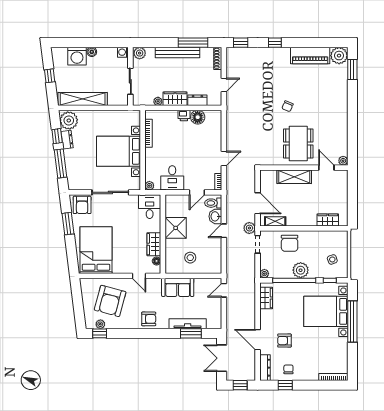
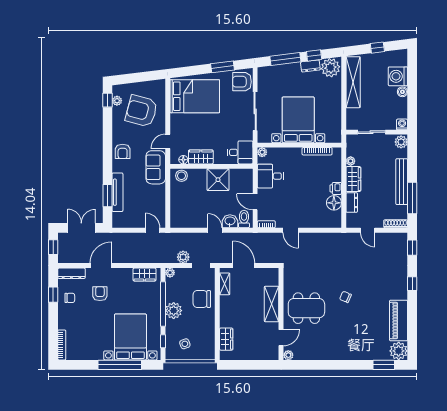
door: (258, 203) -> (244, 266), swing flipped
plant: (249, 228) -> (183, 257), moved
stool: (190, 258) -> (181, 176), moved
sofa: (178, 287) -> (156, 167), moved

